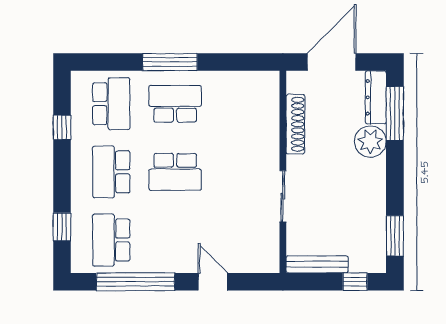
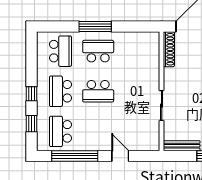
shoe rack: (295, 124) -> (169, 49), moved
window: (62, 127) -> (32, 94), moved

